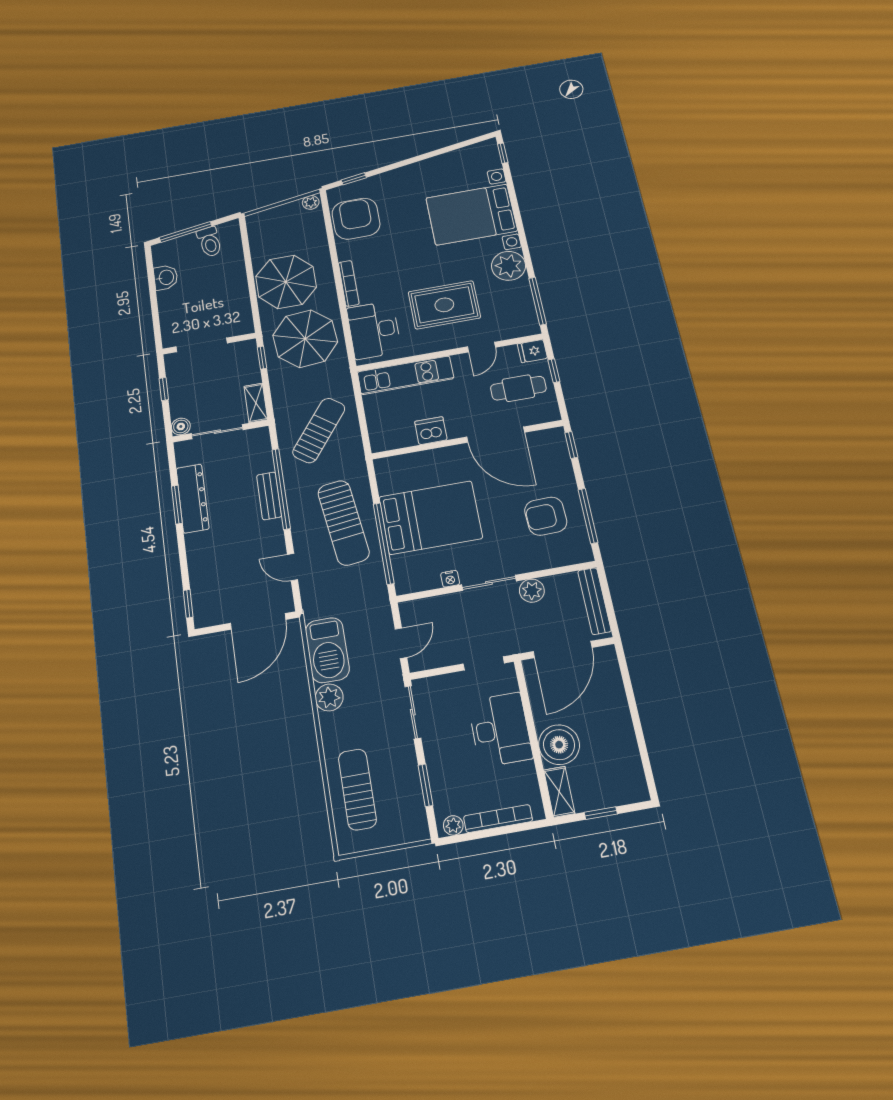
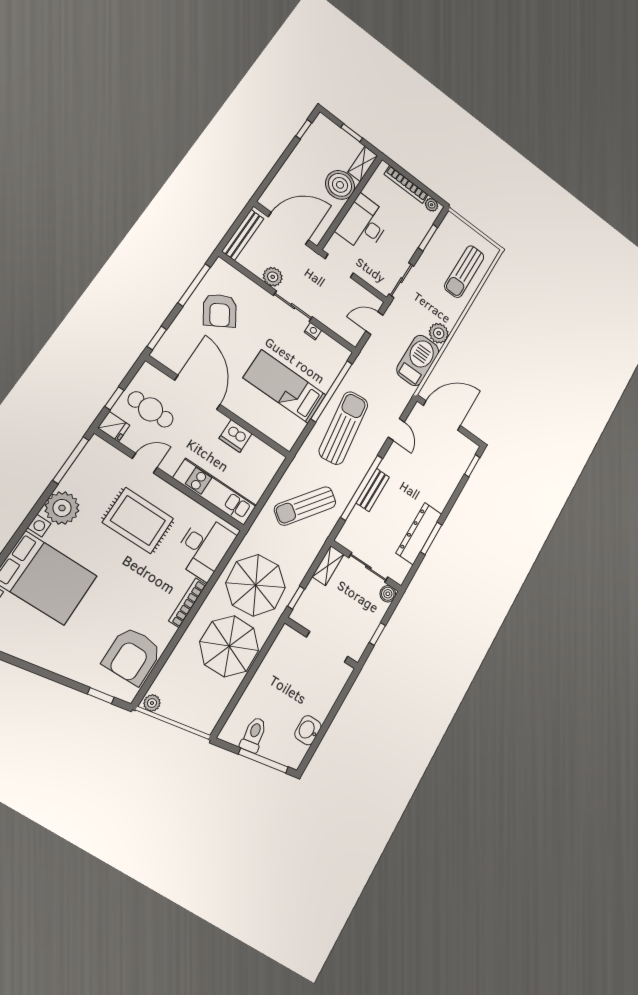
armchair: (546, 516) -> (220, 311), turned 60
bed: (431, 518) -> (285, 386), width x0.67
window: (646, 763) -> (304, 129), added

